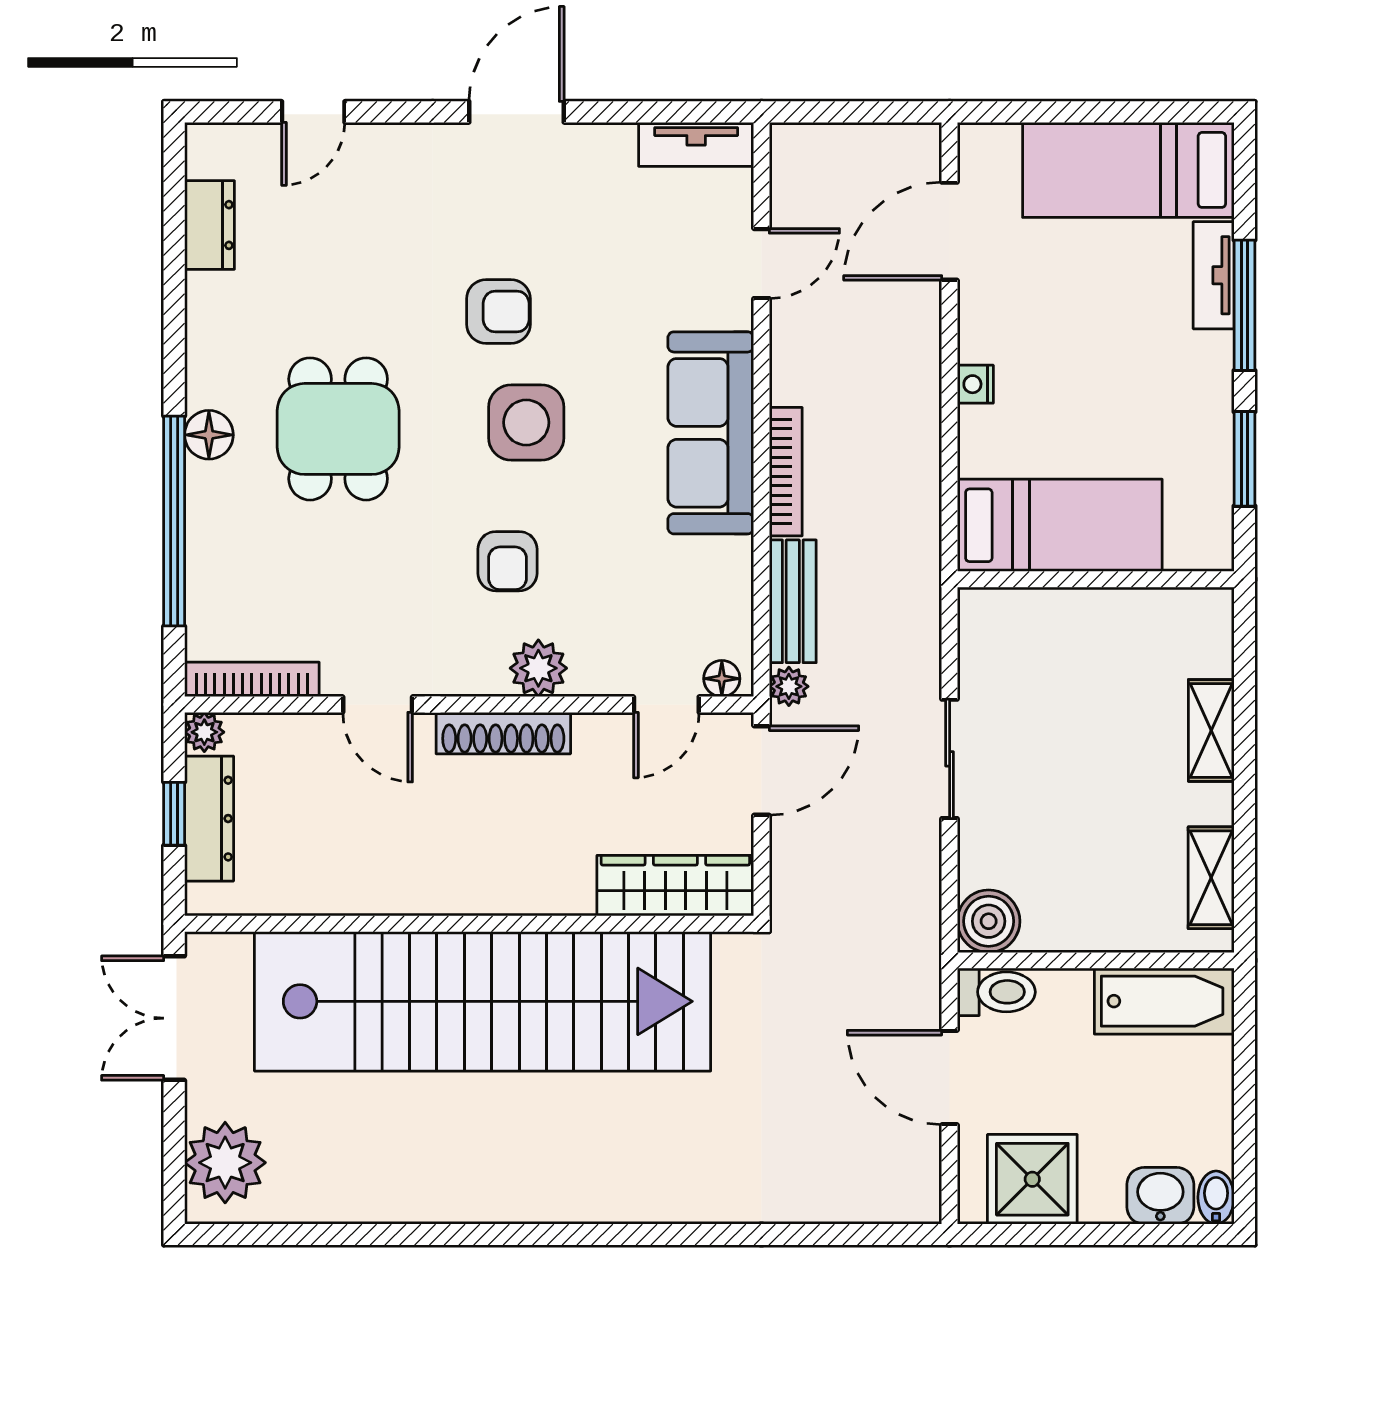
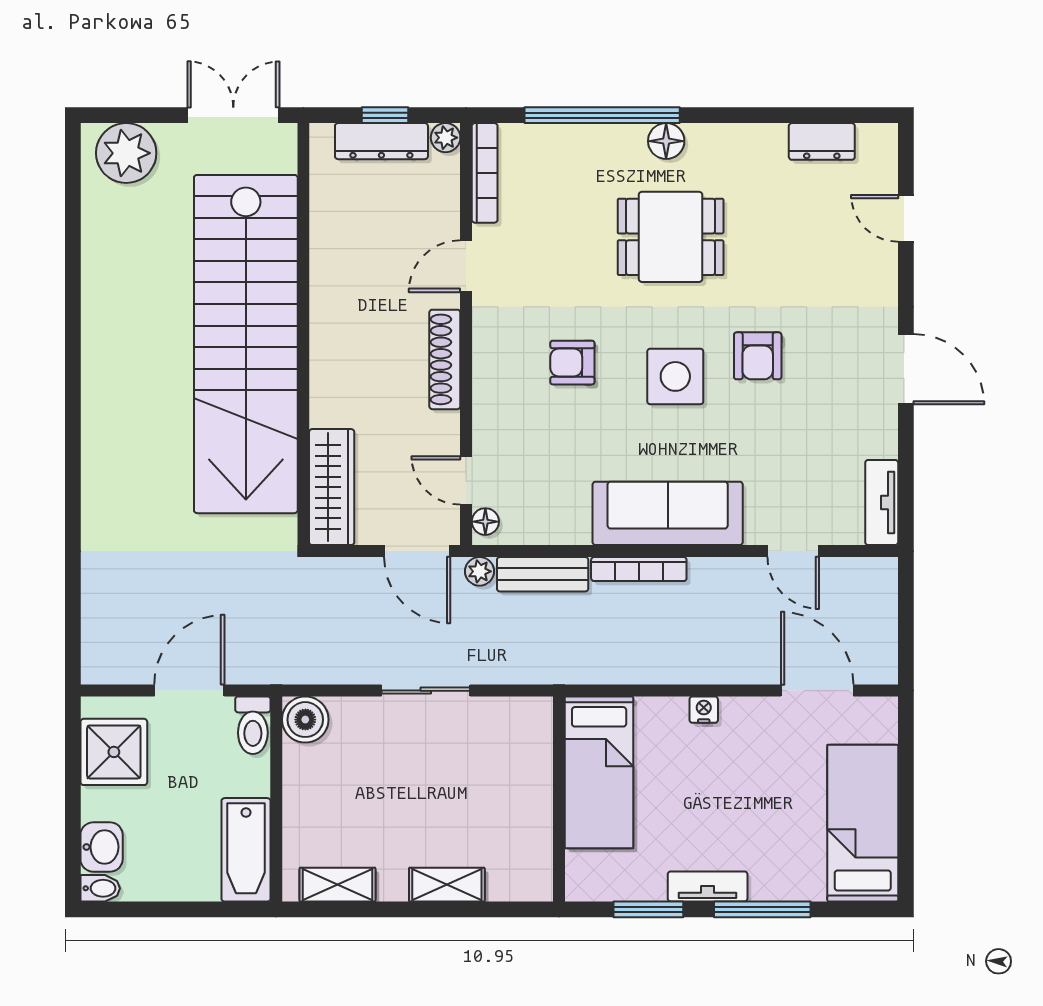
tv unit: (1214, 275) -> (708, 886), moved
plant: (538, 668) -> (493, 385), removed

